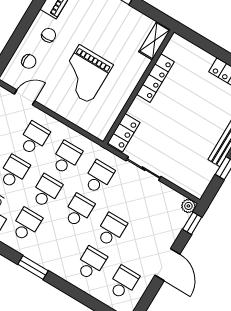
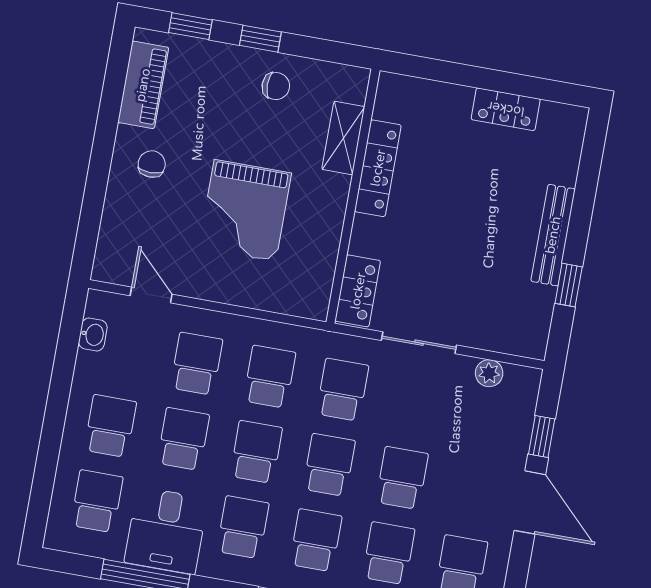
shelving: (155, 41) -> (343, 138), moved
chair: (29, 61) -> (276, 86), moved
door: (25, 97) -> (151, 295), hinge flipped
plant: (188, 206) -> (489, 373), moved
window: (192, 223) -> (542, 437), moved
school desk: (59, 244) -> (316, 540), added

